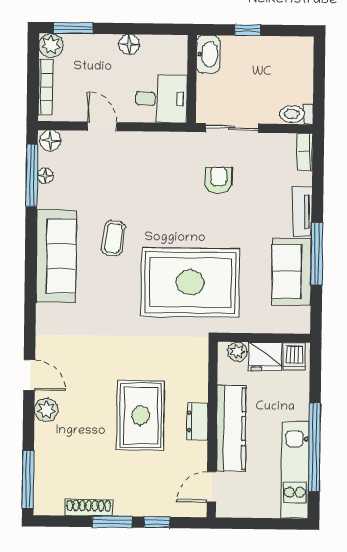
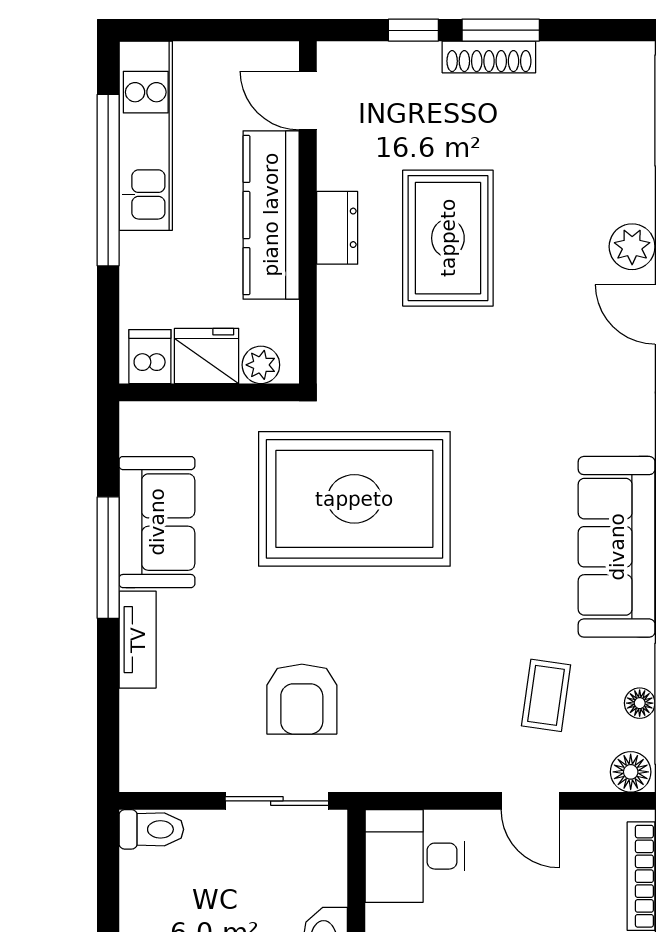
bookcase: (305, 152) -> (133, 756), removed
armchair: (218, 180) -> (302, 699), width x1.38, depth x1.38
coffee table: (113, 238) -> (546, 695), moved
door: (212, 487) -> (308, 101), swing flipped
shoe rack: (89, 508) -> (489, 57), moved

